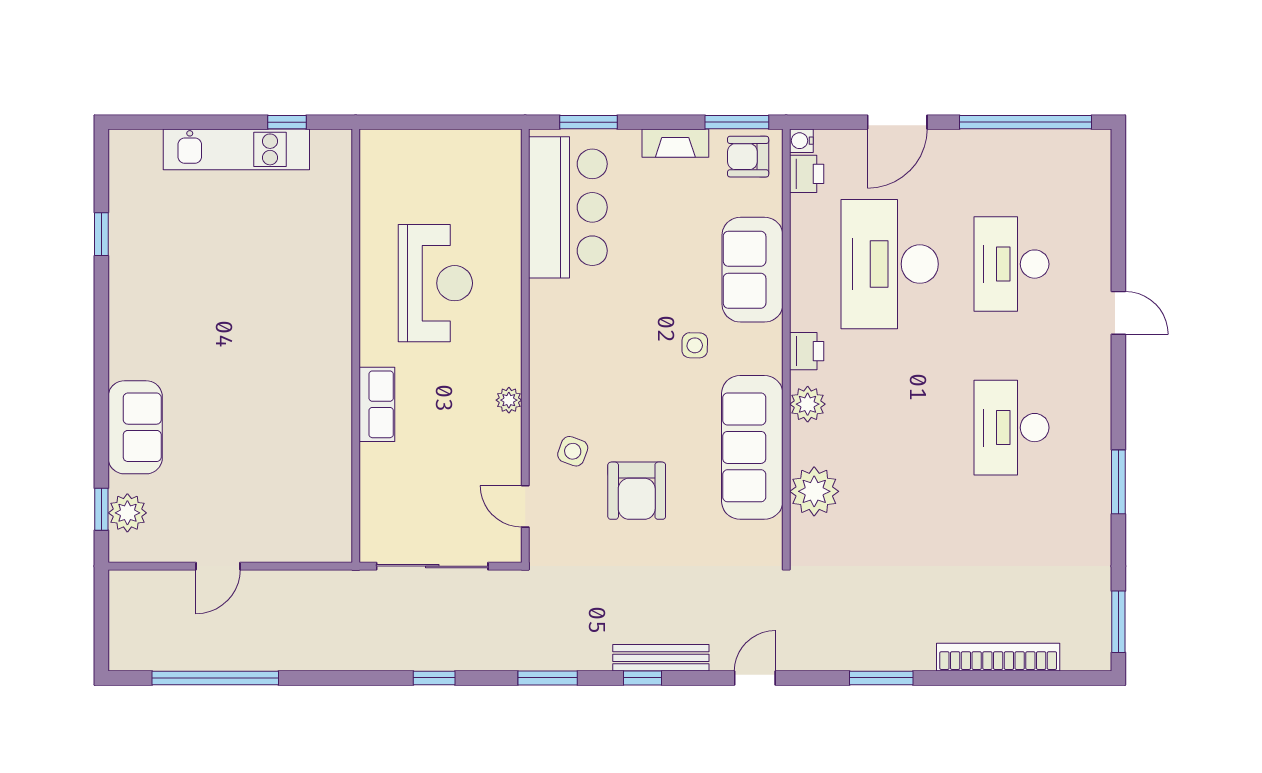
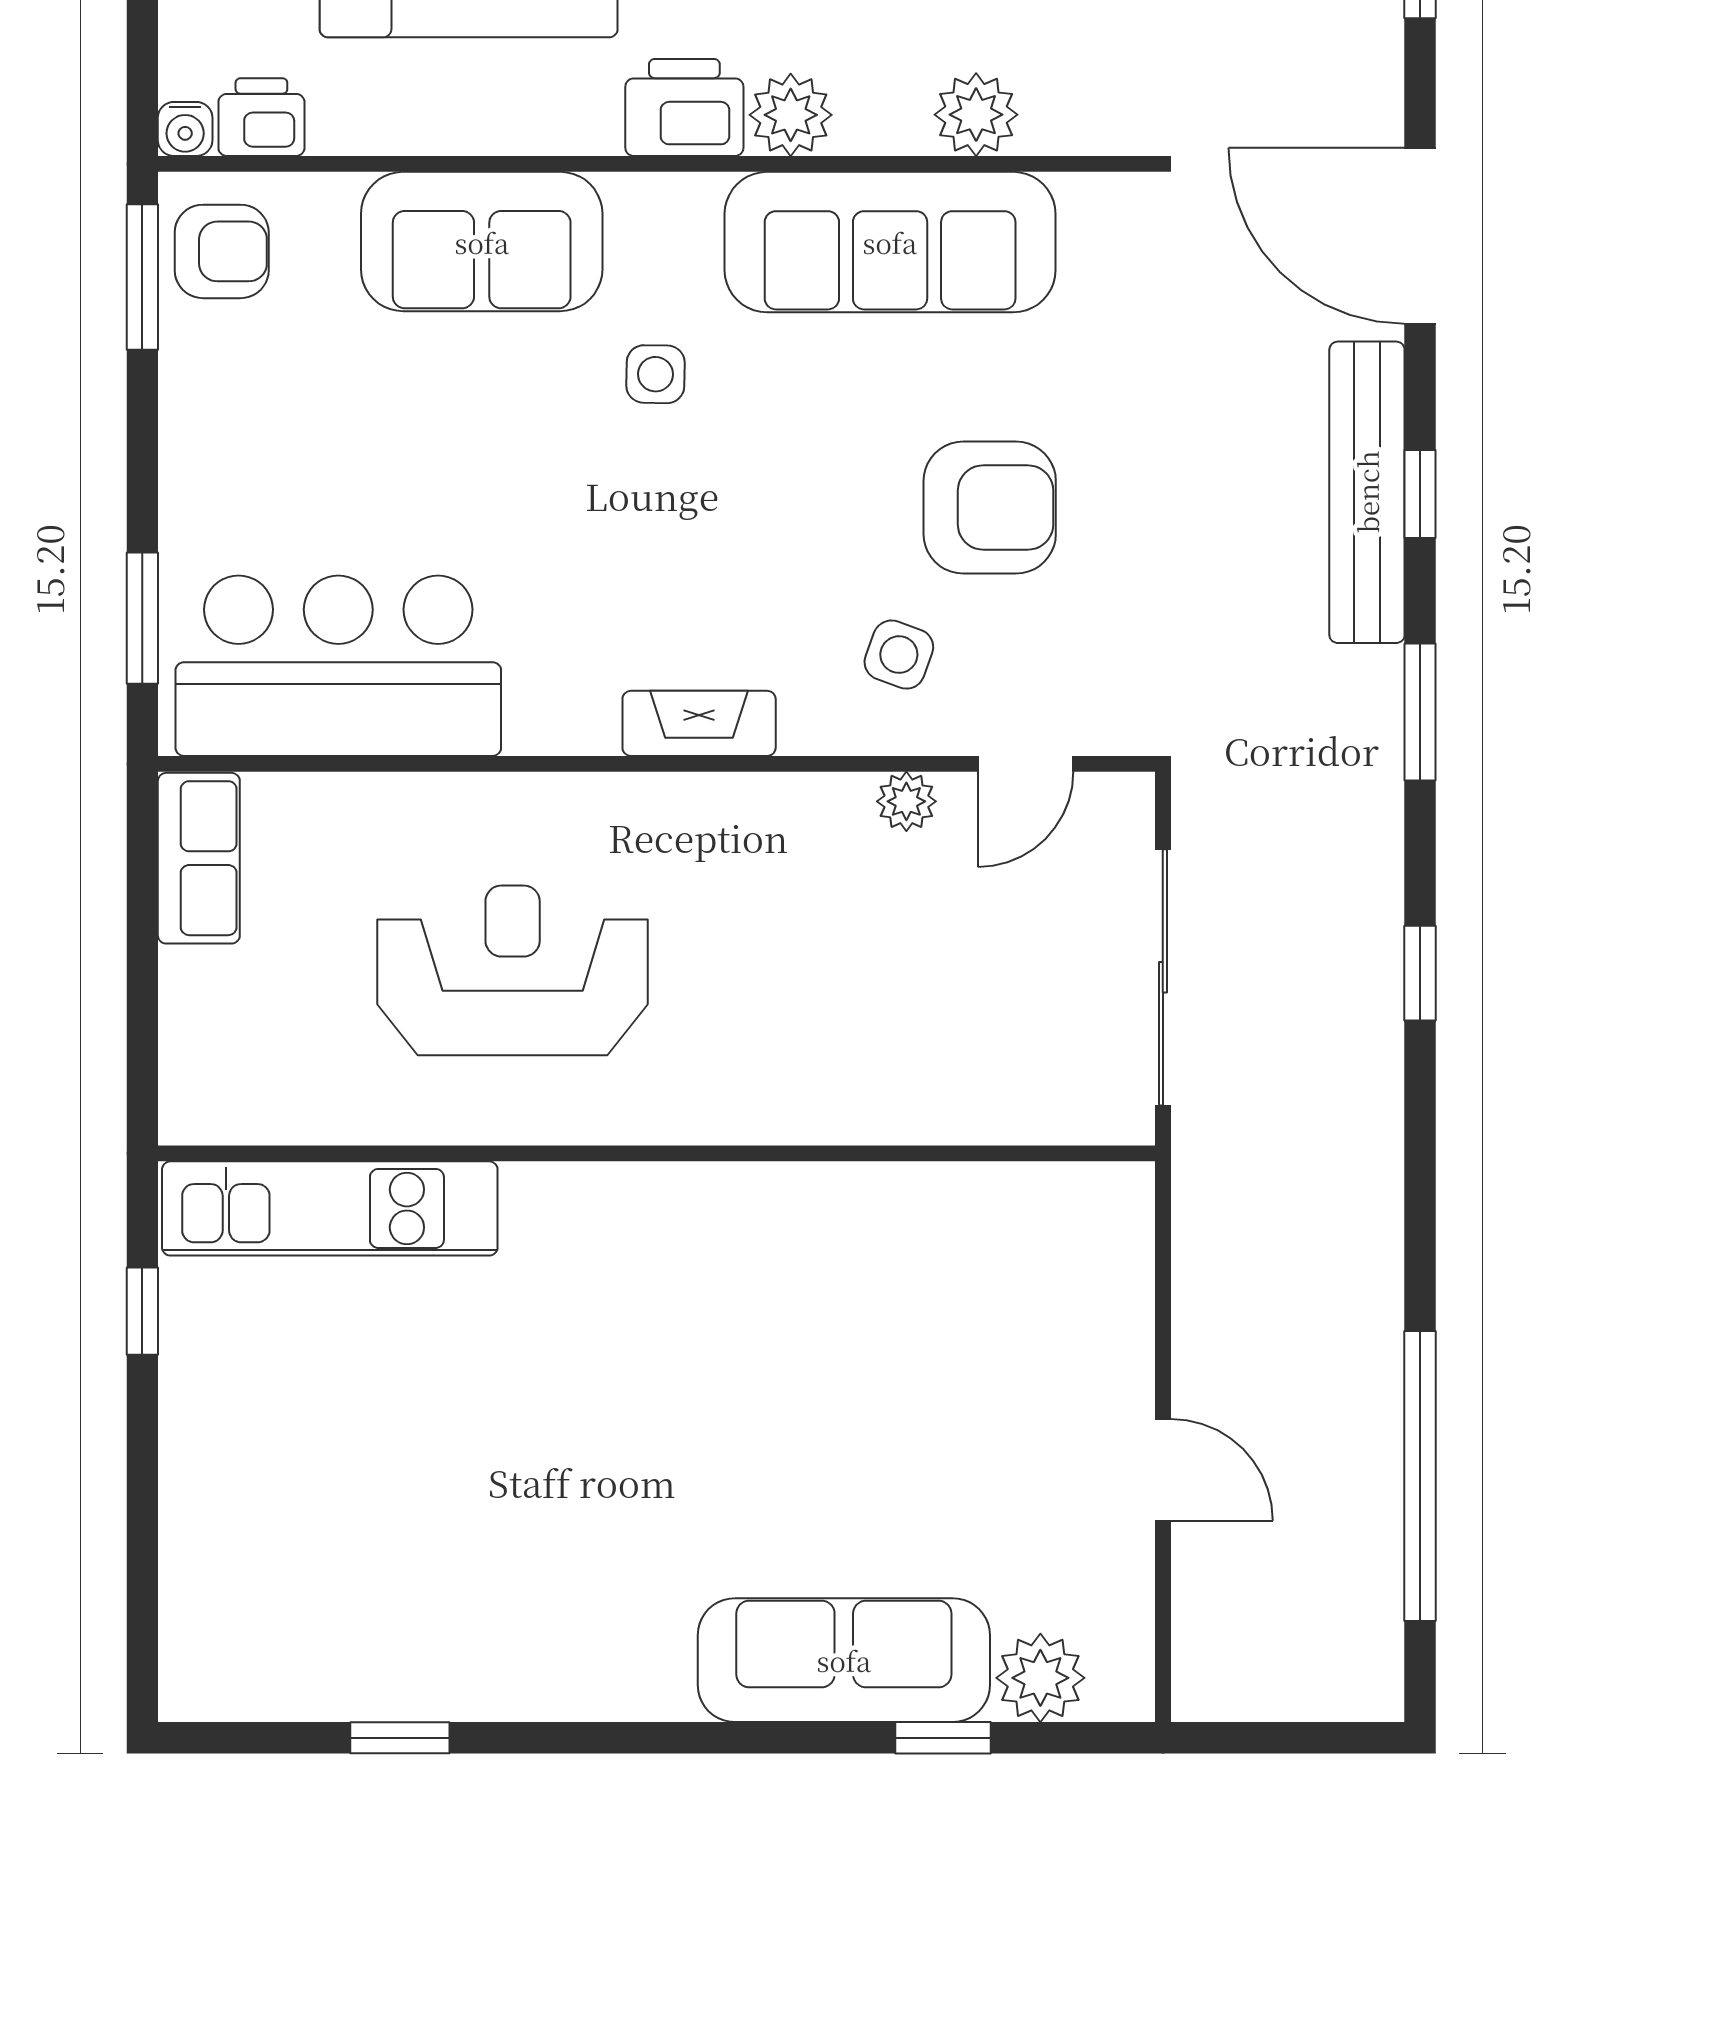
fireplace: (675, 143) -> (699, 723), moved, turned -90
kitchen unit: (236, 149) -> (330, 1208), moved, turned 90
armchair: (748, 157) -> (222, 251), turned -90
printer: (807, 351) -> (684, 107), width x1.36, depth x1.24
plant: (509, 400) -> (906, 801), moved
row of seats: (377, 404) -> (199, 858), moved, turned 90
sofa: (135, 427) -> (844, 1660), width x1.36
plant: (814, 491) -> (976, 115), width x0.73, depth x0.73
window: (101, 509) -> (943, 1738), moved
bench: (661, 658) -> (1367, 492), width x1.37, depth x1.21
door: (755, 678) -> (1420, 236), width x1.88

